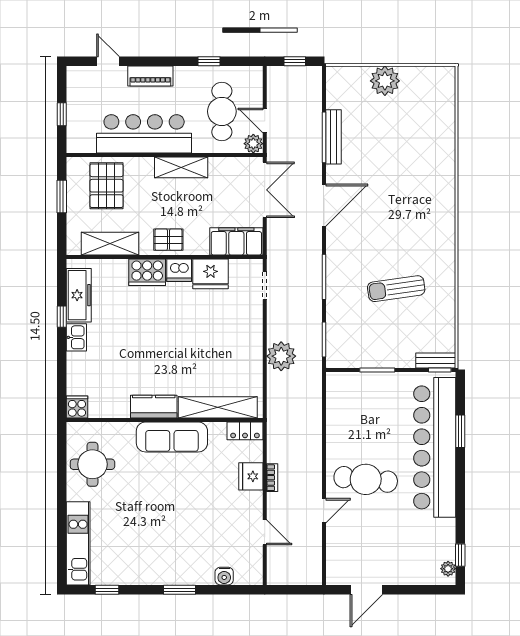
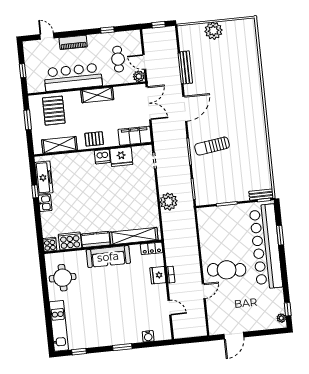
cafe table: (222, 111) -> (118, 59), width x0.73, depth x0.74
cooker: (147, 272) -> (70, 241), moved, turned 180
sun lounger: (396, 289) -> (212, 146), moved

